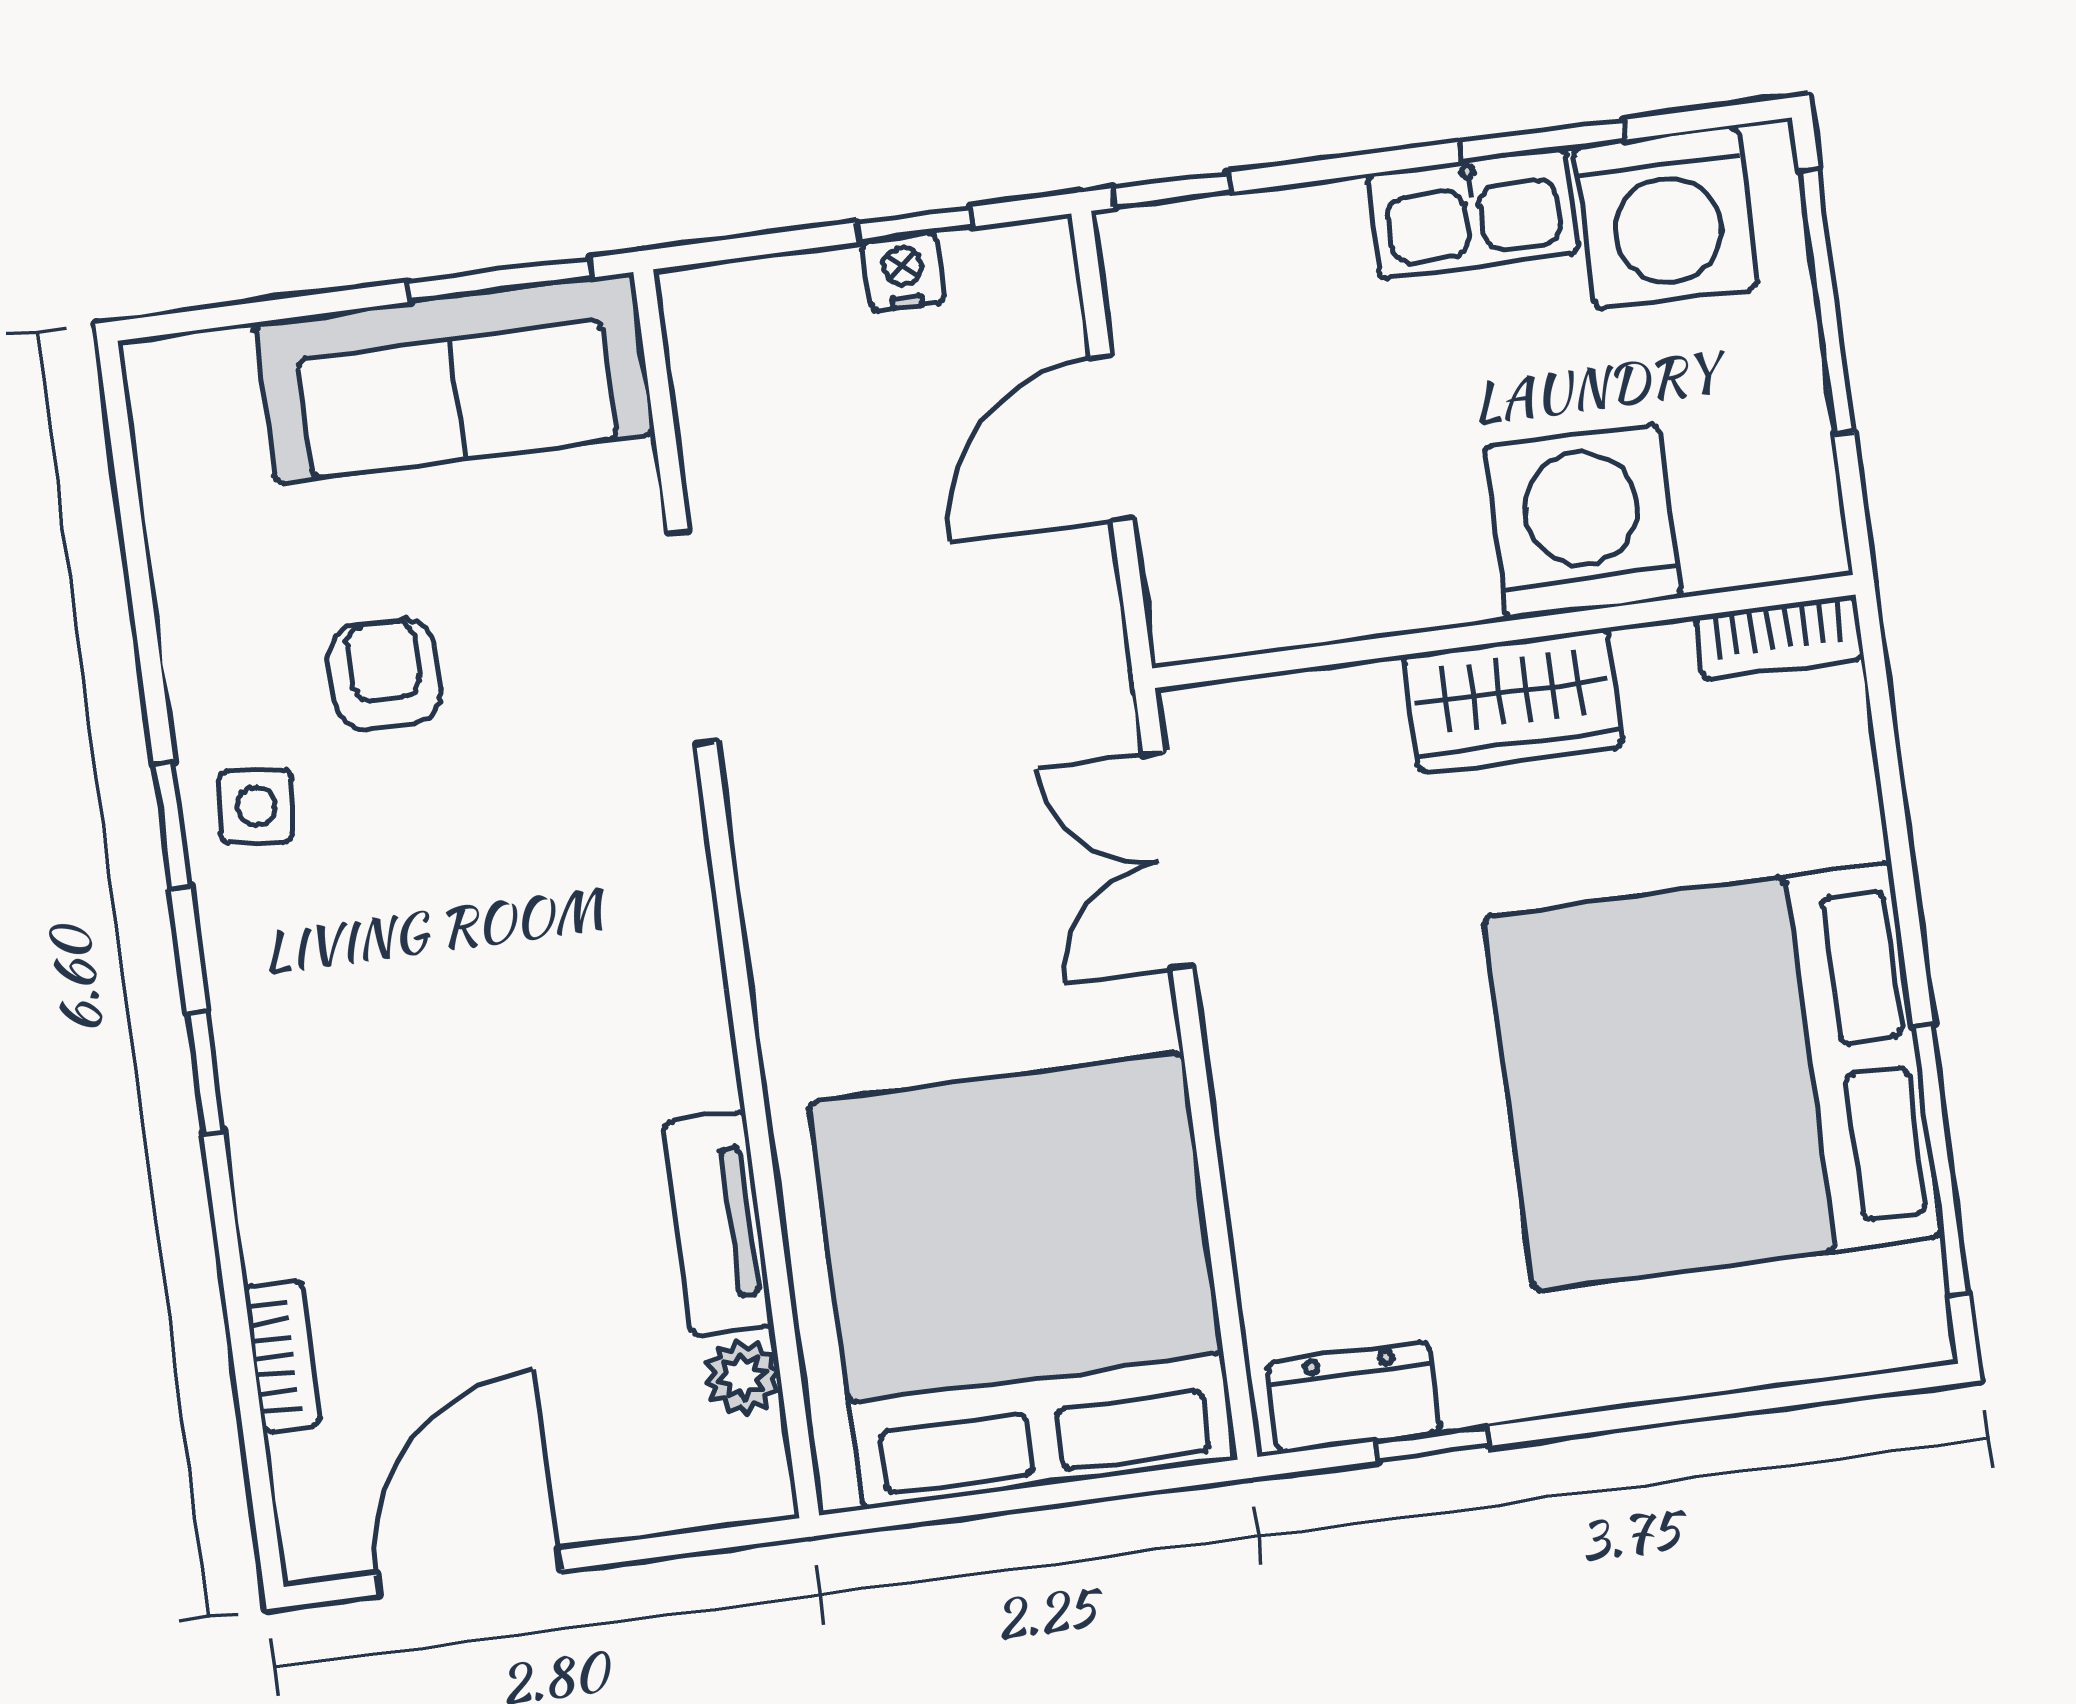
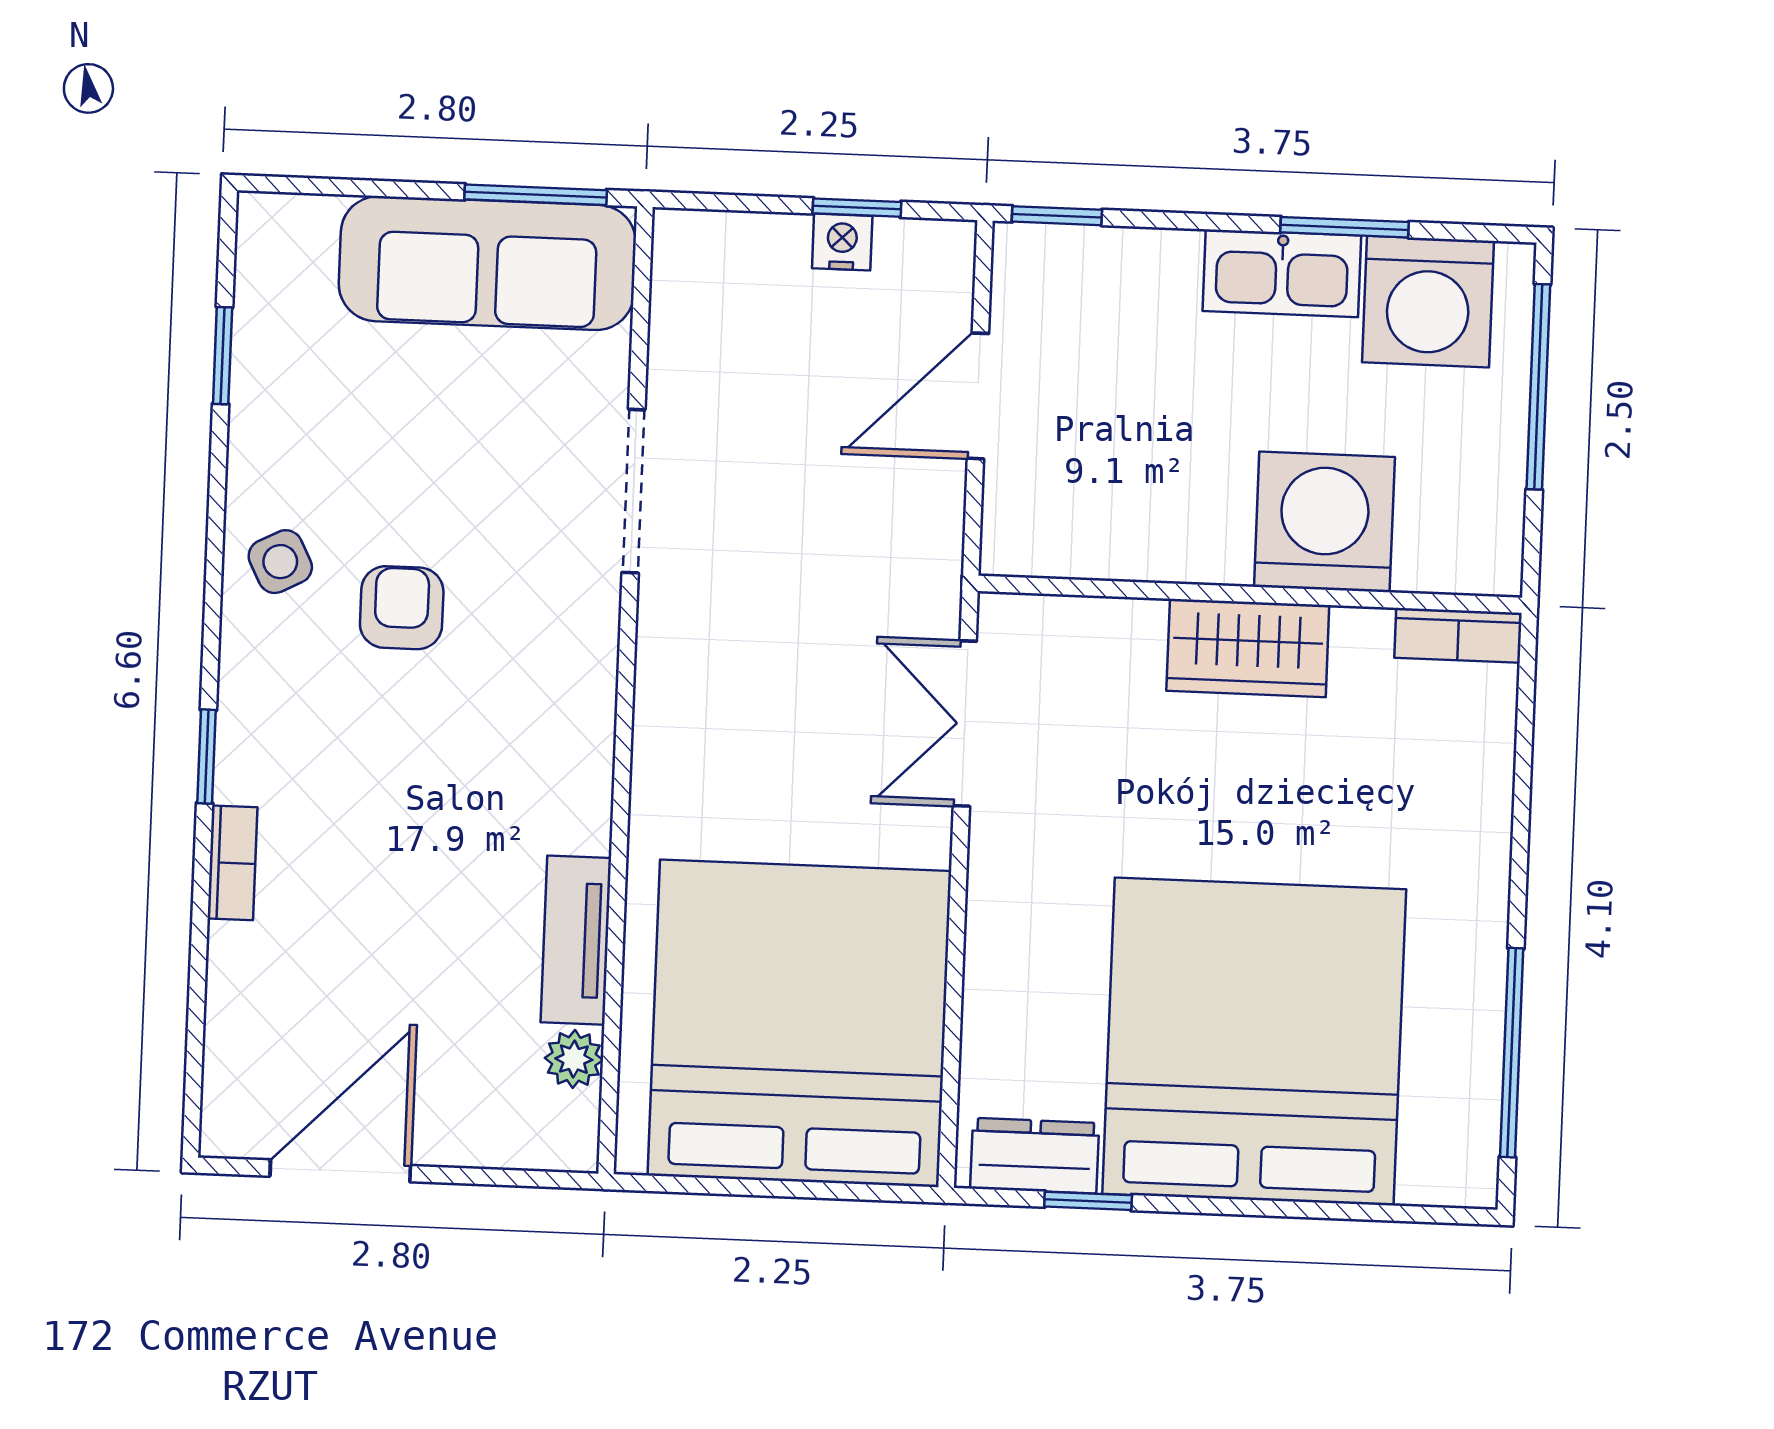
armchair: (385, 674) -> (402, 608), moved
side table: (256, 806) -> (280, 562), turned -34
window: (172, 826) -> (223, 356), moved
bed: (1712, 1077) -> (1254, 1041), moved, turned 90
bookcase: (283, 1356) -> (232, 863), moved

